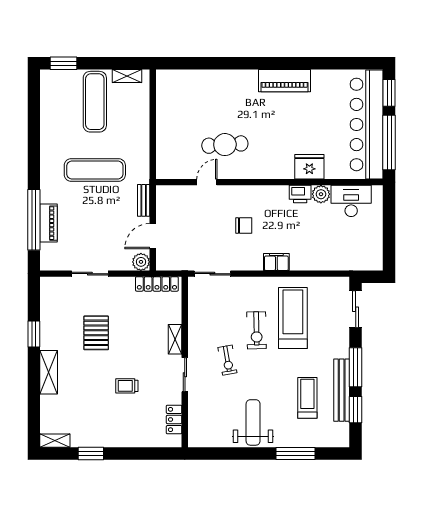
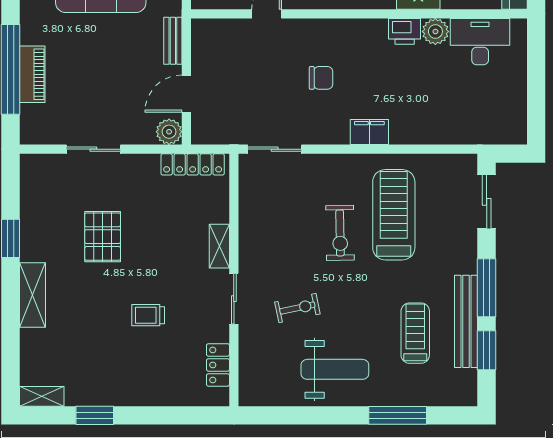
exercise bike: (227, 360) -> (297, 308), moved, turned -92
weight bench: (253, 422) -> (335, 369), turned 90

